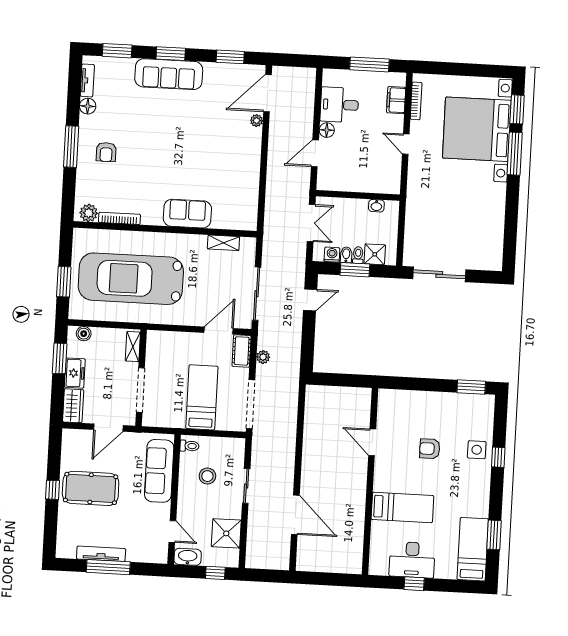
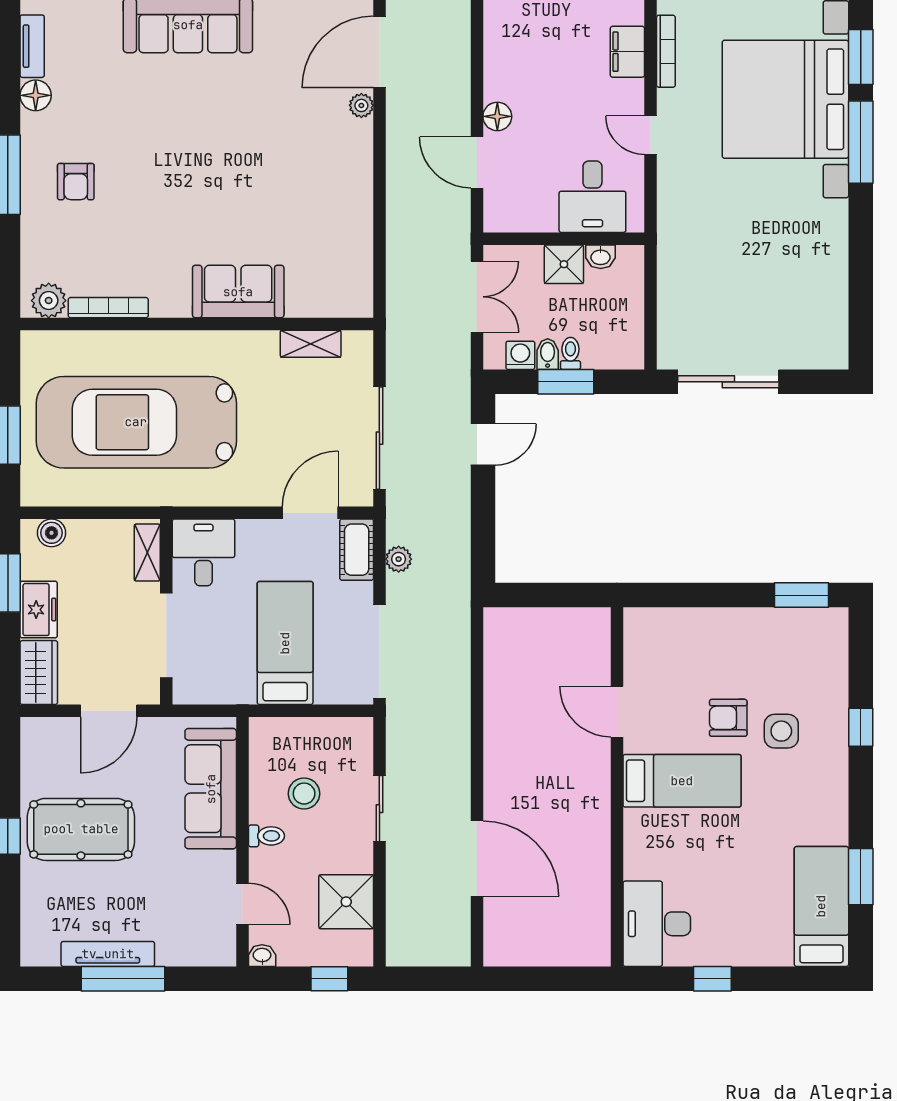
desk: (339, 105) -> (592, 197), moved, turned -90
door: (315, 153) -> (477, 162), hinge flipped
shower: (375, 254) -> (564, 264), moved
desk: (162, 348) -> (203, 552), added
toilet: (189, 446) -> (266, 836), moved
side table: (477, 450) -> (781, 731), moved
bed: (402, 508) -> (682, 781), moved
washbasin: (188, 557) -> (262, 956), width x0.52, depth x0.69
desk: (412, 560) -> (657, 924), moved, turned 90

